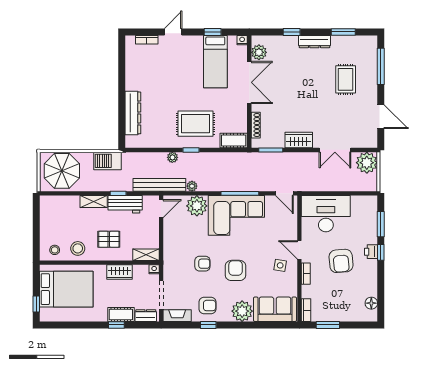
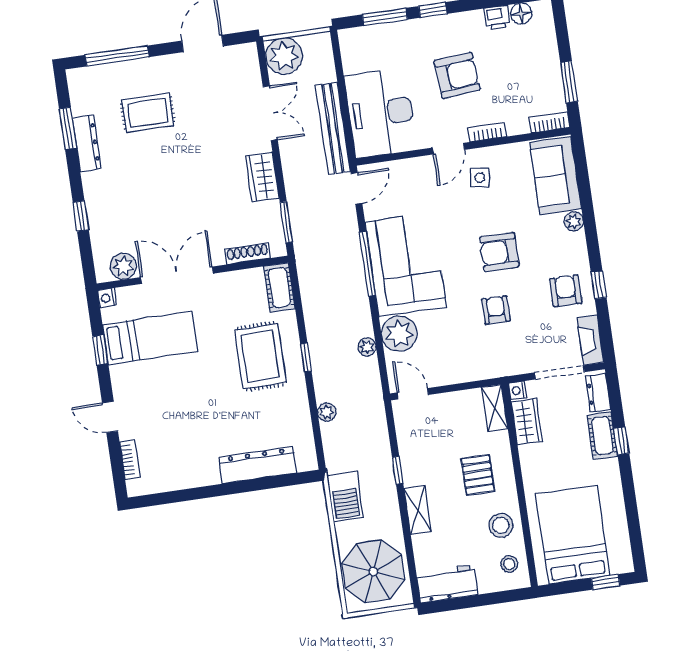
dresser: (314, 42) -> (87, 143), moved
plant: (172, 157) -> (327, 412), moved
bench: (159, 185) -> (333, 128), moved
workbench: (125, 204) -> (447, 584), moved, turned -90
printer: (371, 252) -> (497, 17), moved
wardrobe: (120, 272) -> (527, 422), moved
plant: (242, 311) -> (574, 221), width x0.53, depth x0.53

